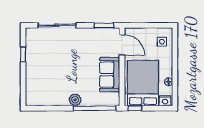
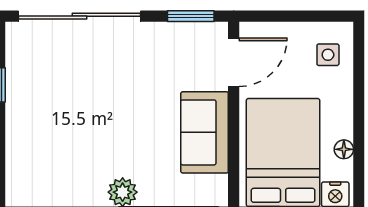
sliding door: (57, 25) -> (80, 16), width x1.36
door: (122, 45) -> (234, 62), hinge flipped

